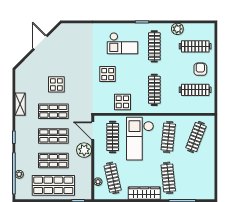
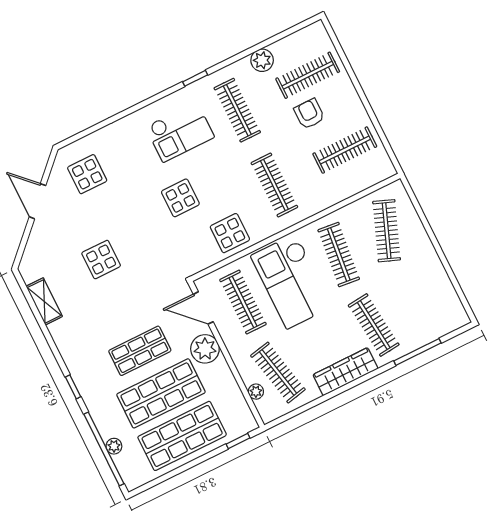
display table: (70, 41) -> (87, 174), added
armchair: (200, 69) -> (309, 114), moved
shelving: (20, 104) -> (44, 301), moved
shop shelf: (53, 111) -> (119, 308), removed
shop shelf: (53, 161) -> (161, 393), width x1.43, depth x1.36

